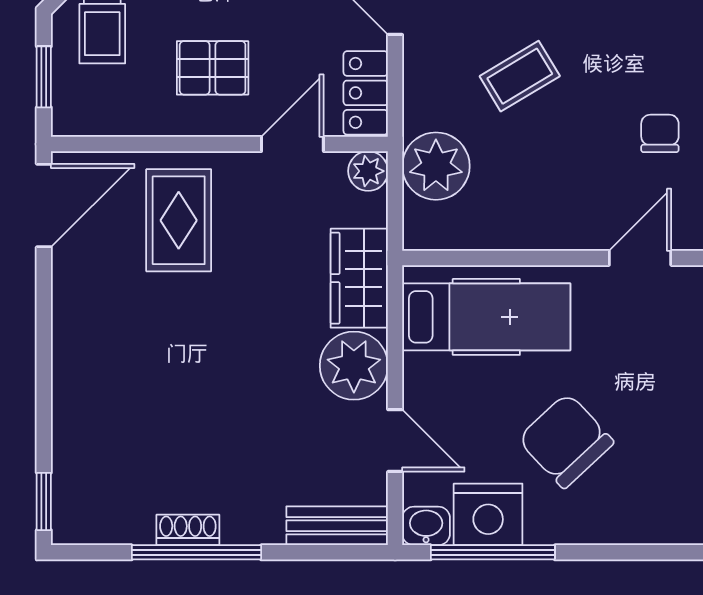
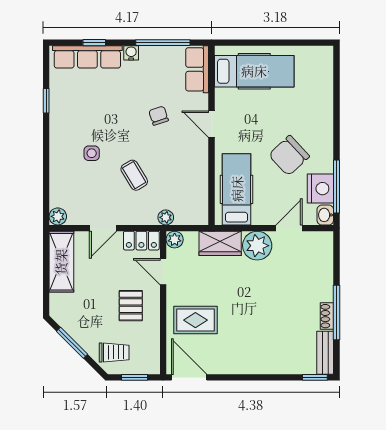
chair: (660, 133) -> (159, 116), turned 72
plant: (436, 166) -> (166, 217), width x0.53, depth x0.53
bench: (337, 526) -> (325, 353), moved

